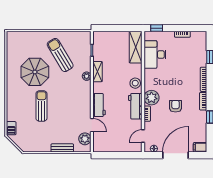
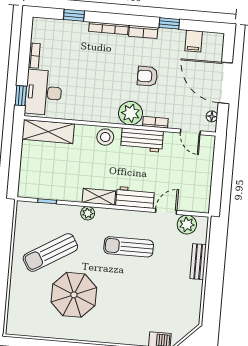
desk: (155, 55) -> (44, 92), moved, turned 90
shelving: (98, 72) -> (99, 197), moved
sun lounger: (41, 106) -> (129, 247), moved
filing cabinet: (200, 147) -> (194, 41), moved

